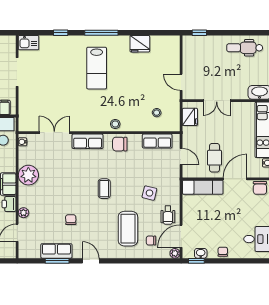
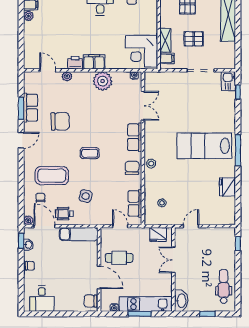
window: (61, 33) -> (238, 92), moved
lab bench: (97, 68) -> (204, 146), width x1.36, depth x1.39
door: (181, 156) -> (120, 226), swing flipped
exam couch: (203, 187) -> (79, 234), moved, turned -90
chair: (71, 220) -> (60, 121), width x1.87, depth x1.87

